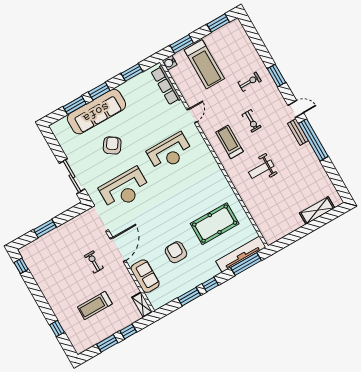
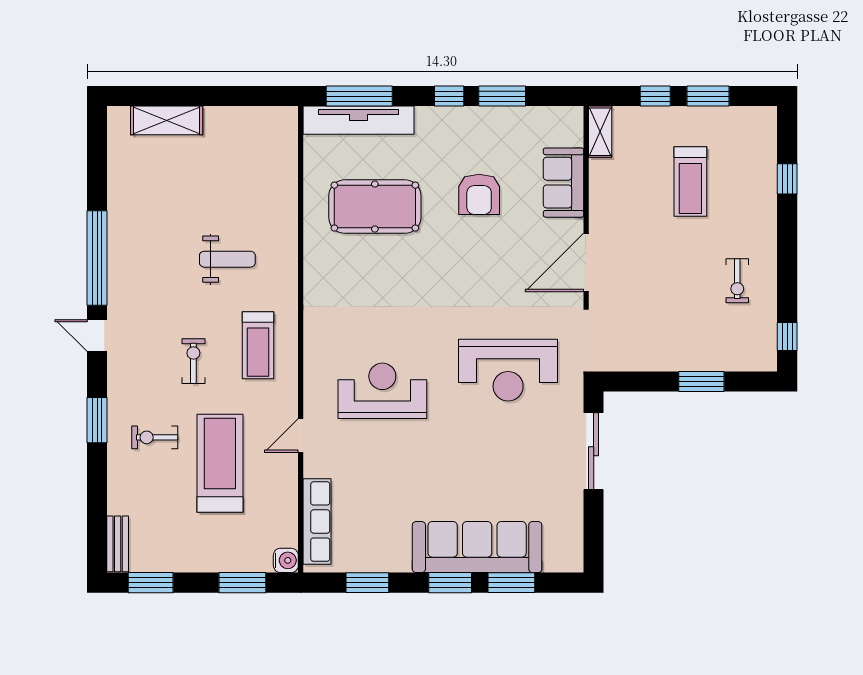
treadmill: (204, 64) -> (220, 463), moved
bench: (298, 132) -> (118, 544), moved
armchair: (112, 145) -> (484, 466), removed
reception desk: (124, 189) -> (508, 370), turned 180
exercise bike: (94, 262) -> (737, 281), moved
treadmill: (95, 305) -> (690, 181), turned 90

